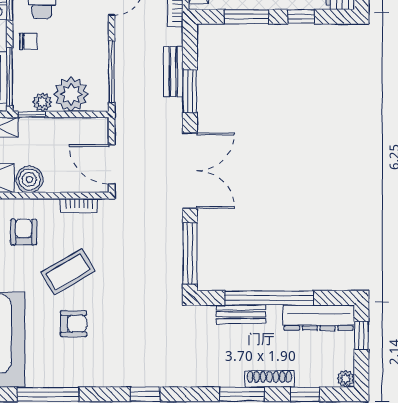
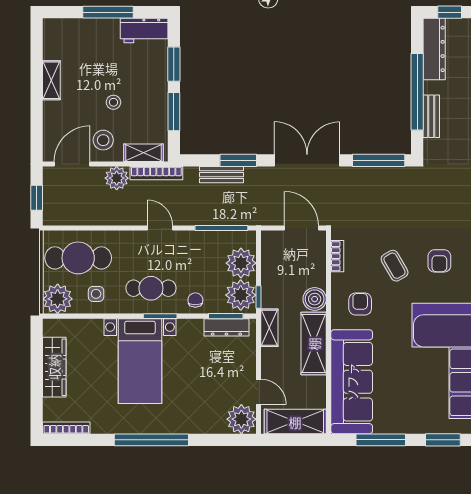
window: (301, 17) -> (174, 64), width x1.50
window: (10, 77) -> (226, 316), width x0.69
plant: (42, 102) -> (241, 295), width x1.87, depth x1.87
door: (112, 164) -> (302, 228), swing flipped
armchair: (24, 232) -> (360, 304), turned 90
coffee table: (68, 272) -> (395, 266), width x0.73, depth x0.77
armchair: (73, 324) -> (439, 261), turned 180

